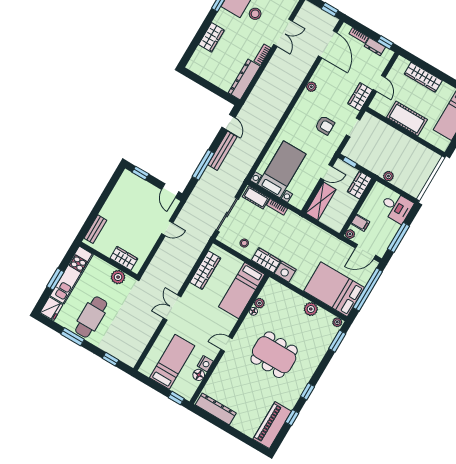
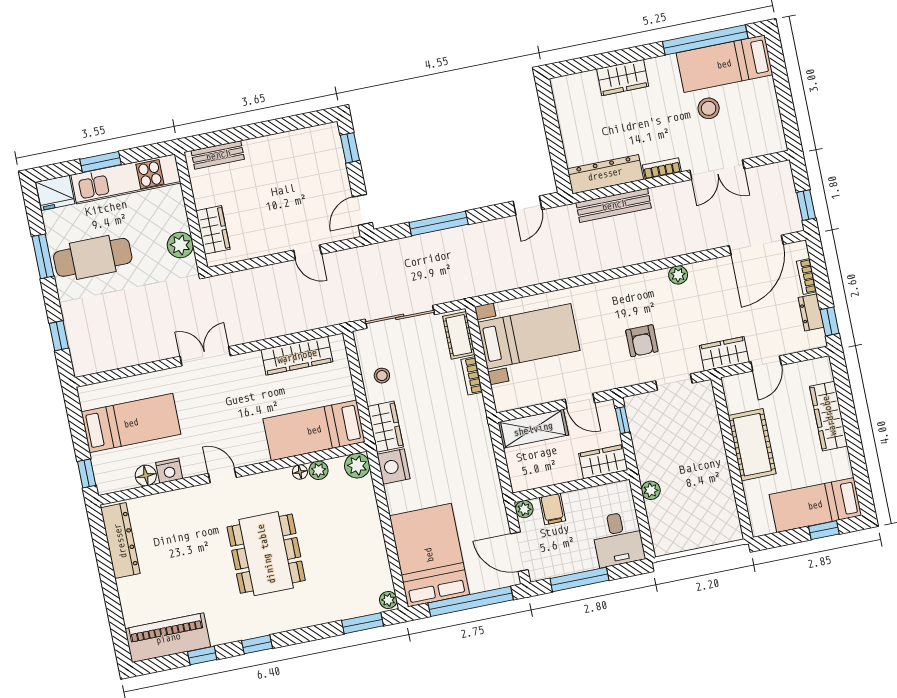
bench: (222, 151) -> (614, 205), moved
plant: (311, 309) -> (357, 466), moved

